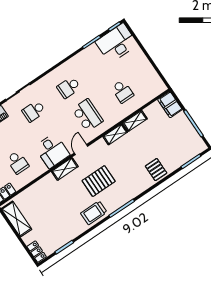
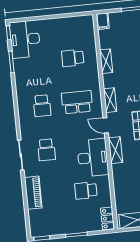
school desk: (122, 91) -> (73, 58), turned 180
filing cabinet: (170, 105) -> (103, 21), width x0.50
shelving: (115, 134) -> (110, 100), moved
desk: (52, 151) -> (93, 158), width x1.37
school desk: (18, 162) -> (86, 191), turned 180

